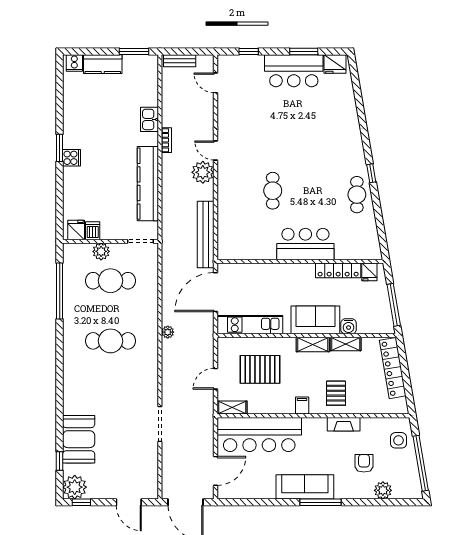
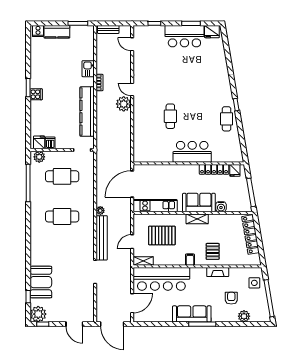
bench: (206, 234) -> (102, 238), moved
plant: (101, 251) -> (39, 157), moved
shelving: (346, 344) -> (219, 218), removed

